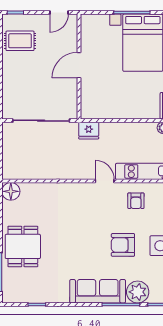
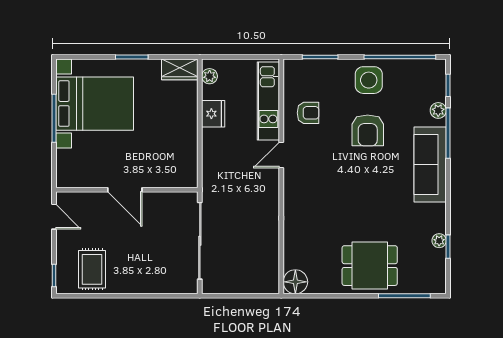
fridge: (89, 131) -> (213, 114), moved
plant: (138, 292) -> (438, 110), width x0.53, depth x0.53
plant: (41, 298) -> (439, 241), added

